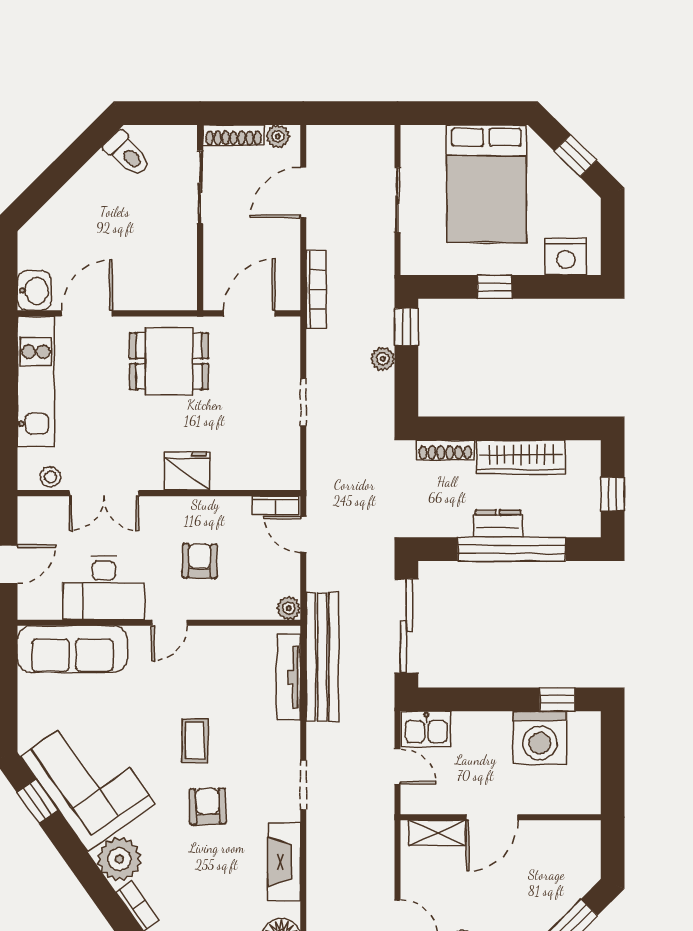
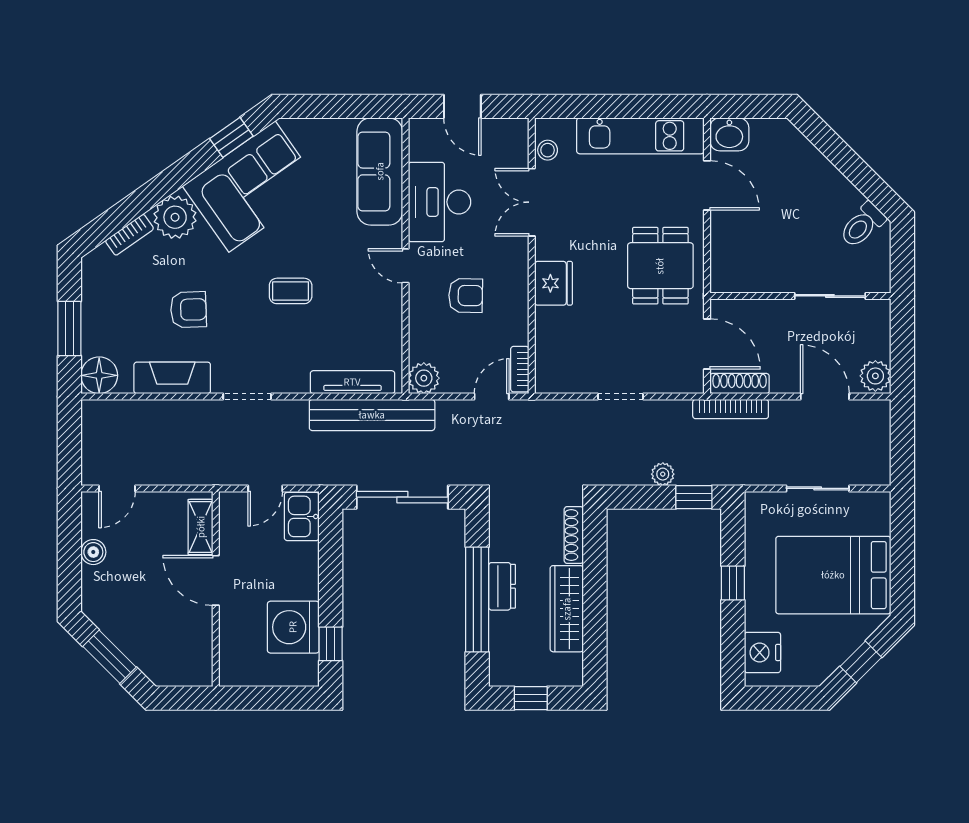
shoe rack: (234, 135) -> (740, 384), moved, turned 90
plant: (278, 136) -> (875, 376), width x1.38, depth x1.38
plant: (289, 608) -> (424, 378), width x1.38, depth x1.38
armchair: (208, 806) -> (188, 310), moved

